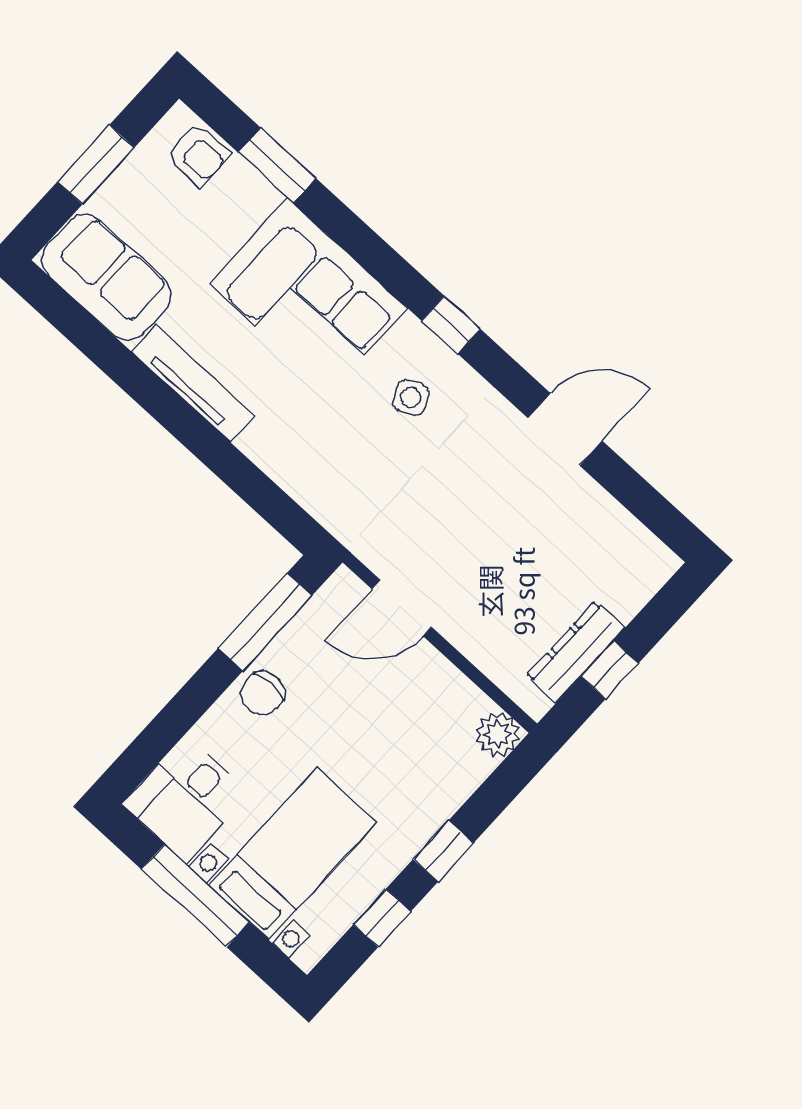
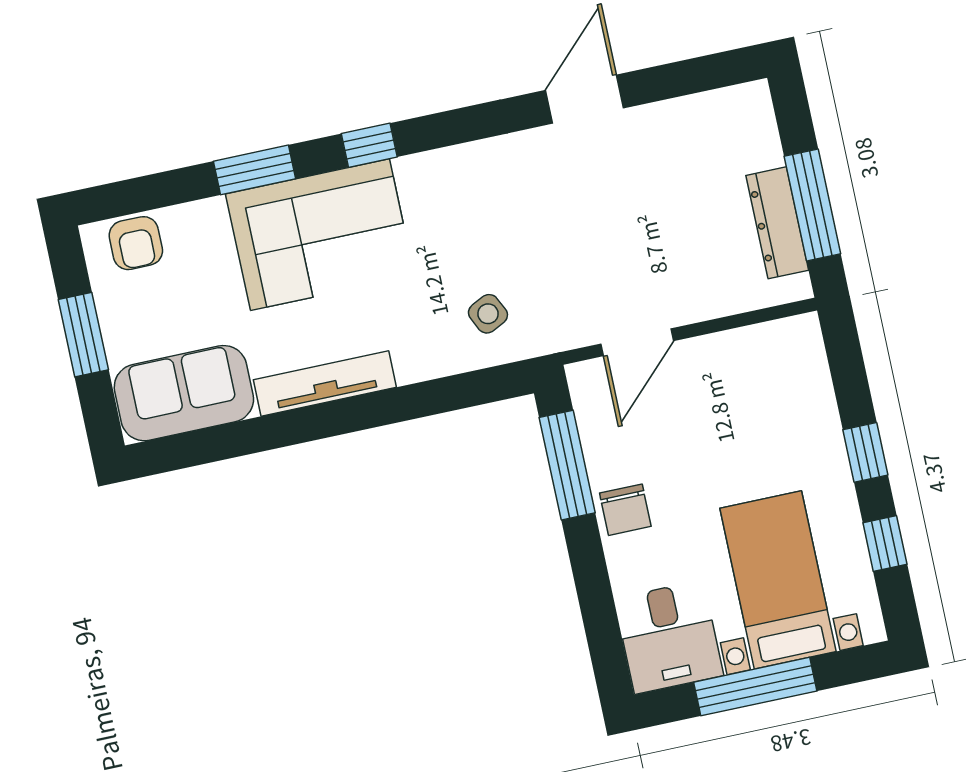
armchair: (198, 155) -> (136, 243), turned 90
window: (277, 165) -> (255, 170), moved
window: (451, 325) -> (369, 145), moved
side table: (411, 398) -> (488, 314), moved
window: (610, 670) -> (812, 205), width x2.17
plant: (498, 734) -> (800, 337), removed

